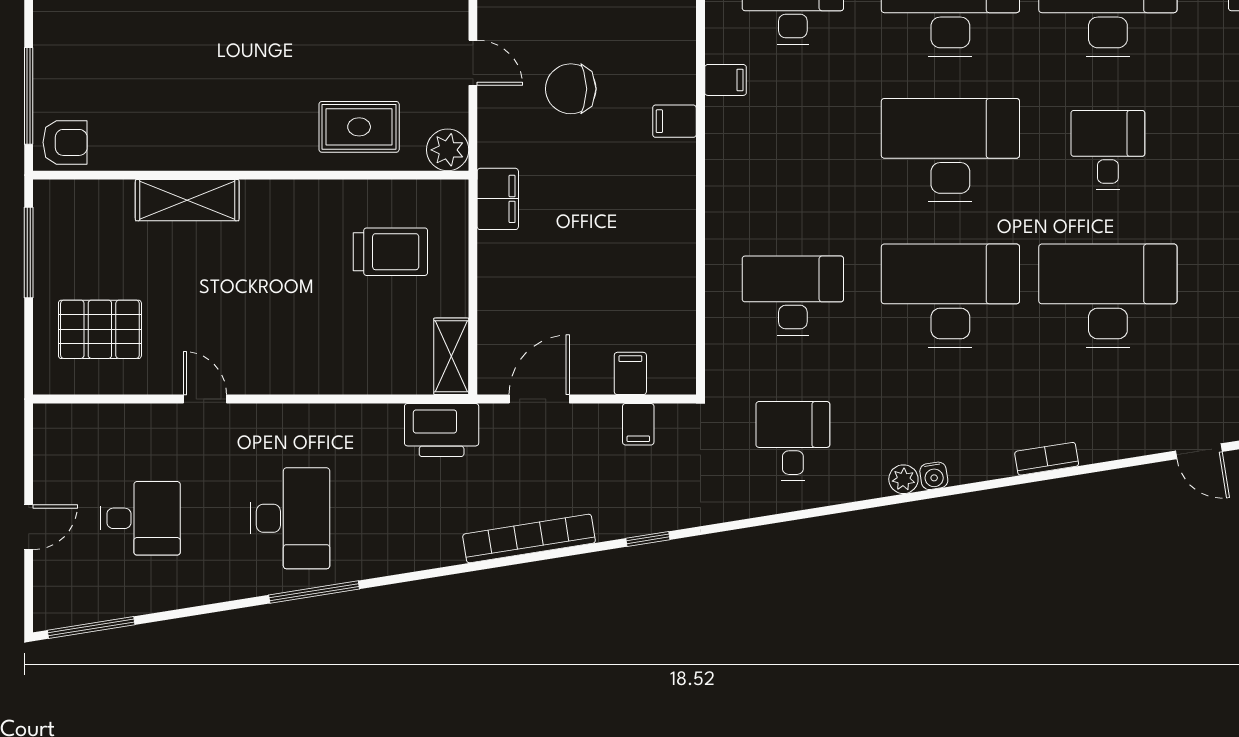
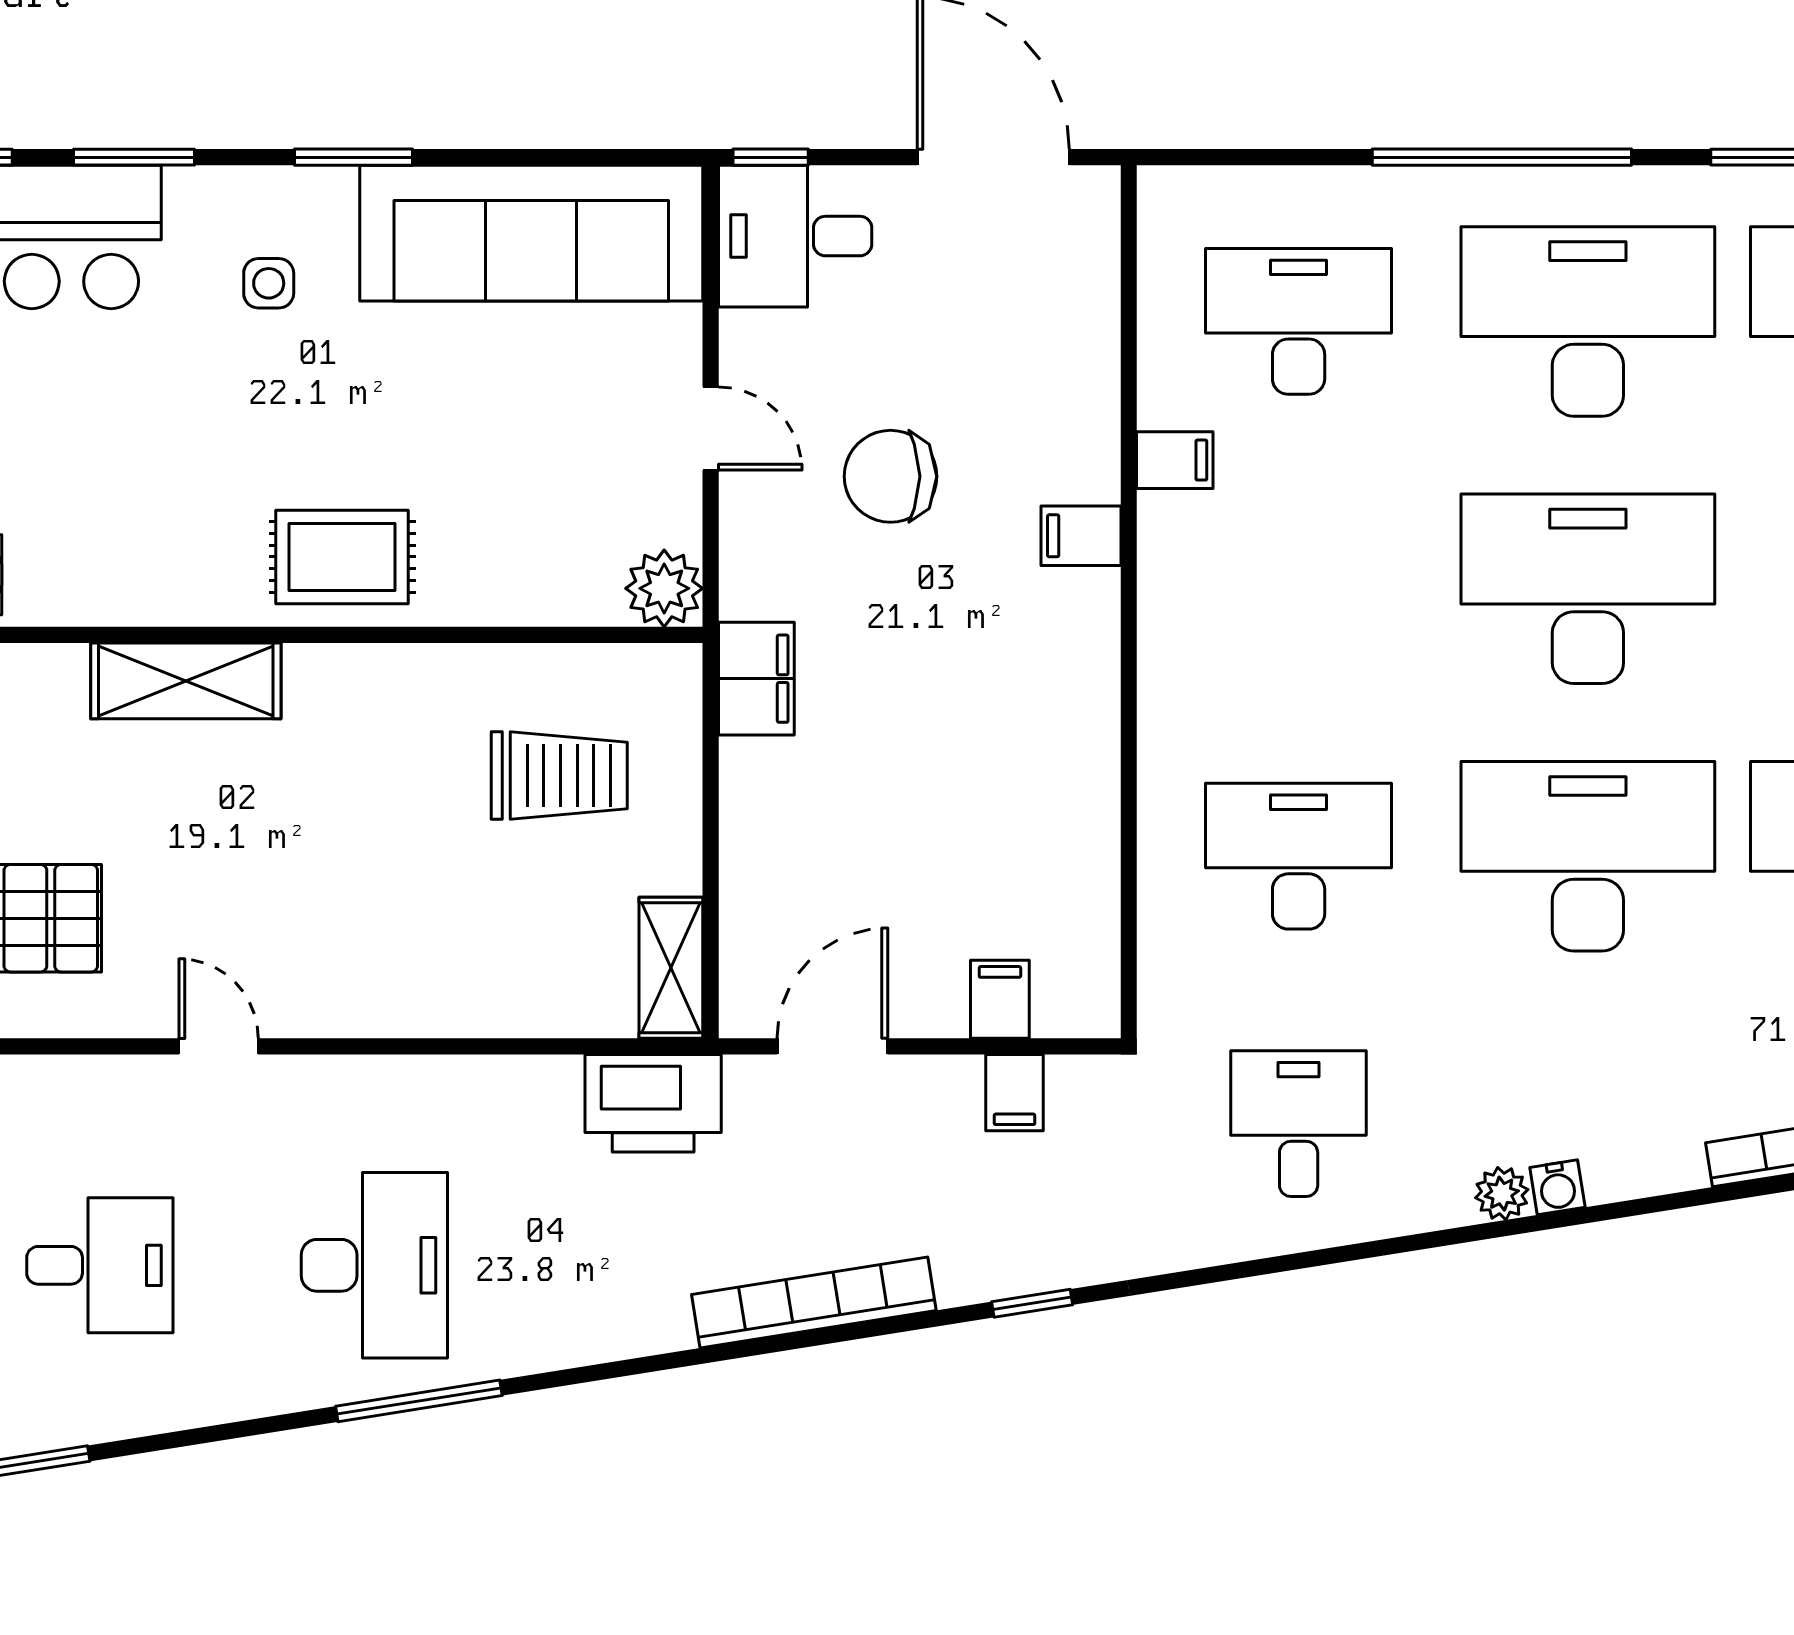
rug: (359, 127) -> (342, 557), moved

